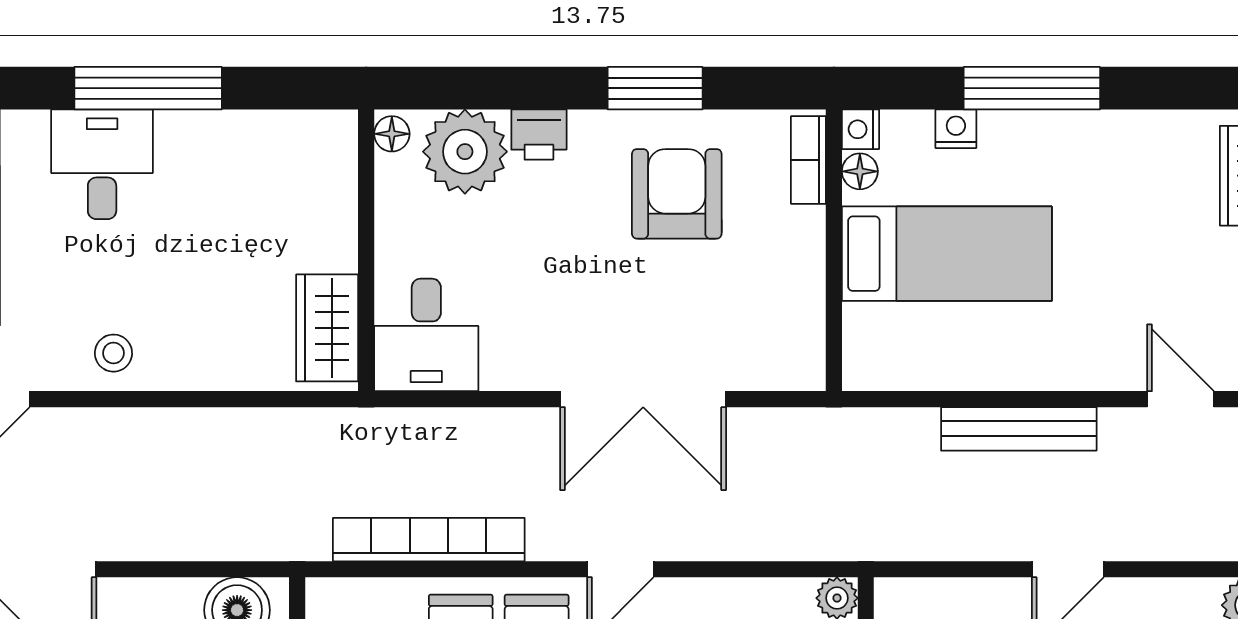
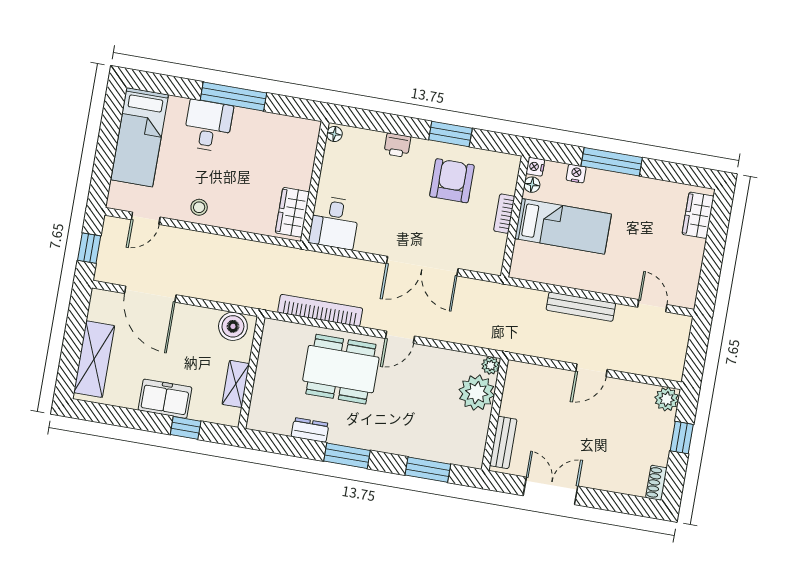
plant: (465, 152) -> (364, 147), removed
bookcase: (808, 160) -> (504, 214), moved

